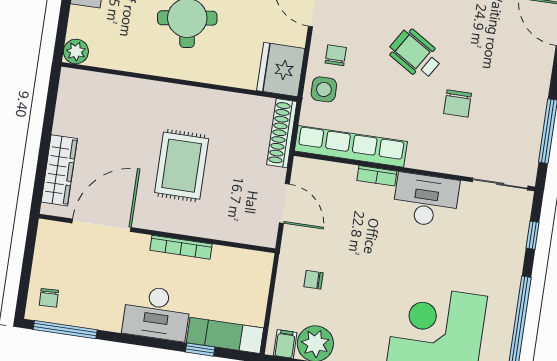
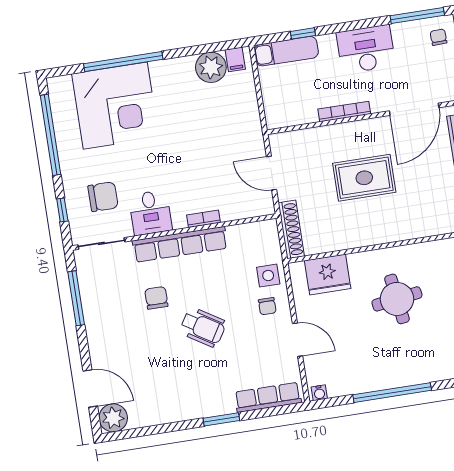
fridge: (281, 69) -> (328, 274), moved, turned 90
row of seats: (351, 146) -> (180, 244), moved
rug: (182, 166) -> (364, 178), turned 90
desk: (426, 200) -> (150, 213), width x0.73
chair: (313, 280) -> (103, 197), moved, width x1.87, depth x1.87
desk: (157, 313) -> (366, 49), moved

